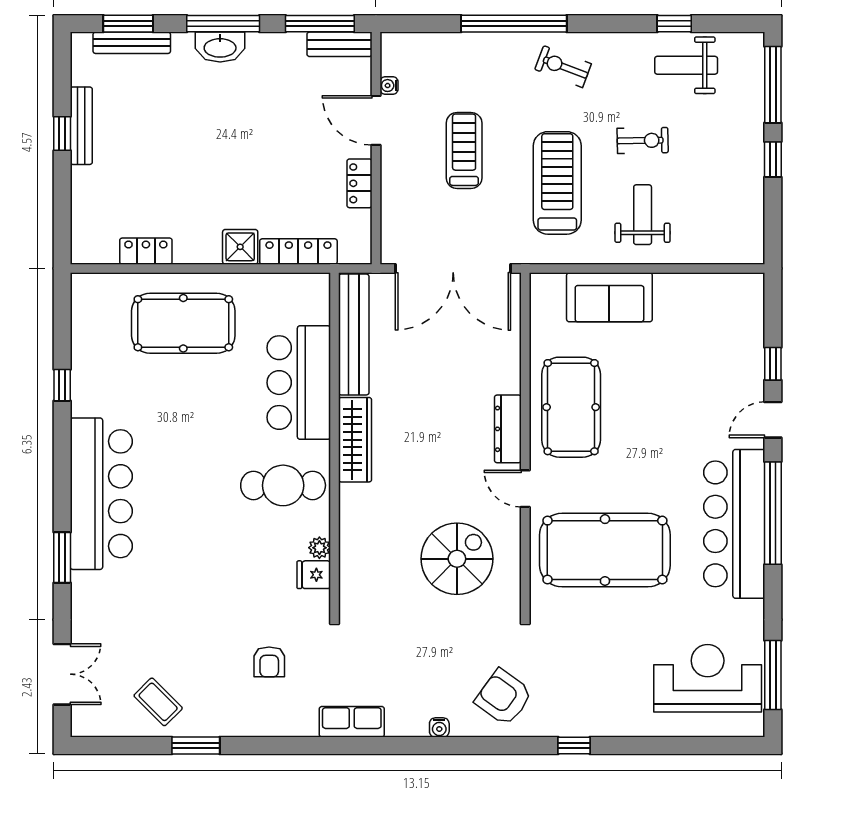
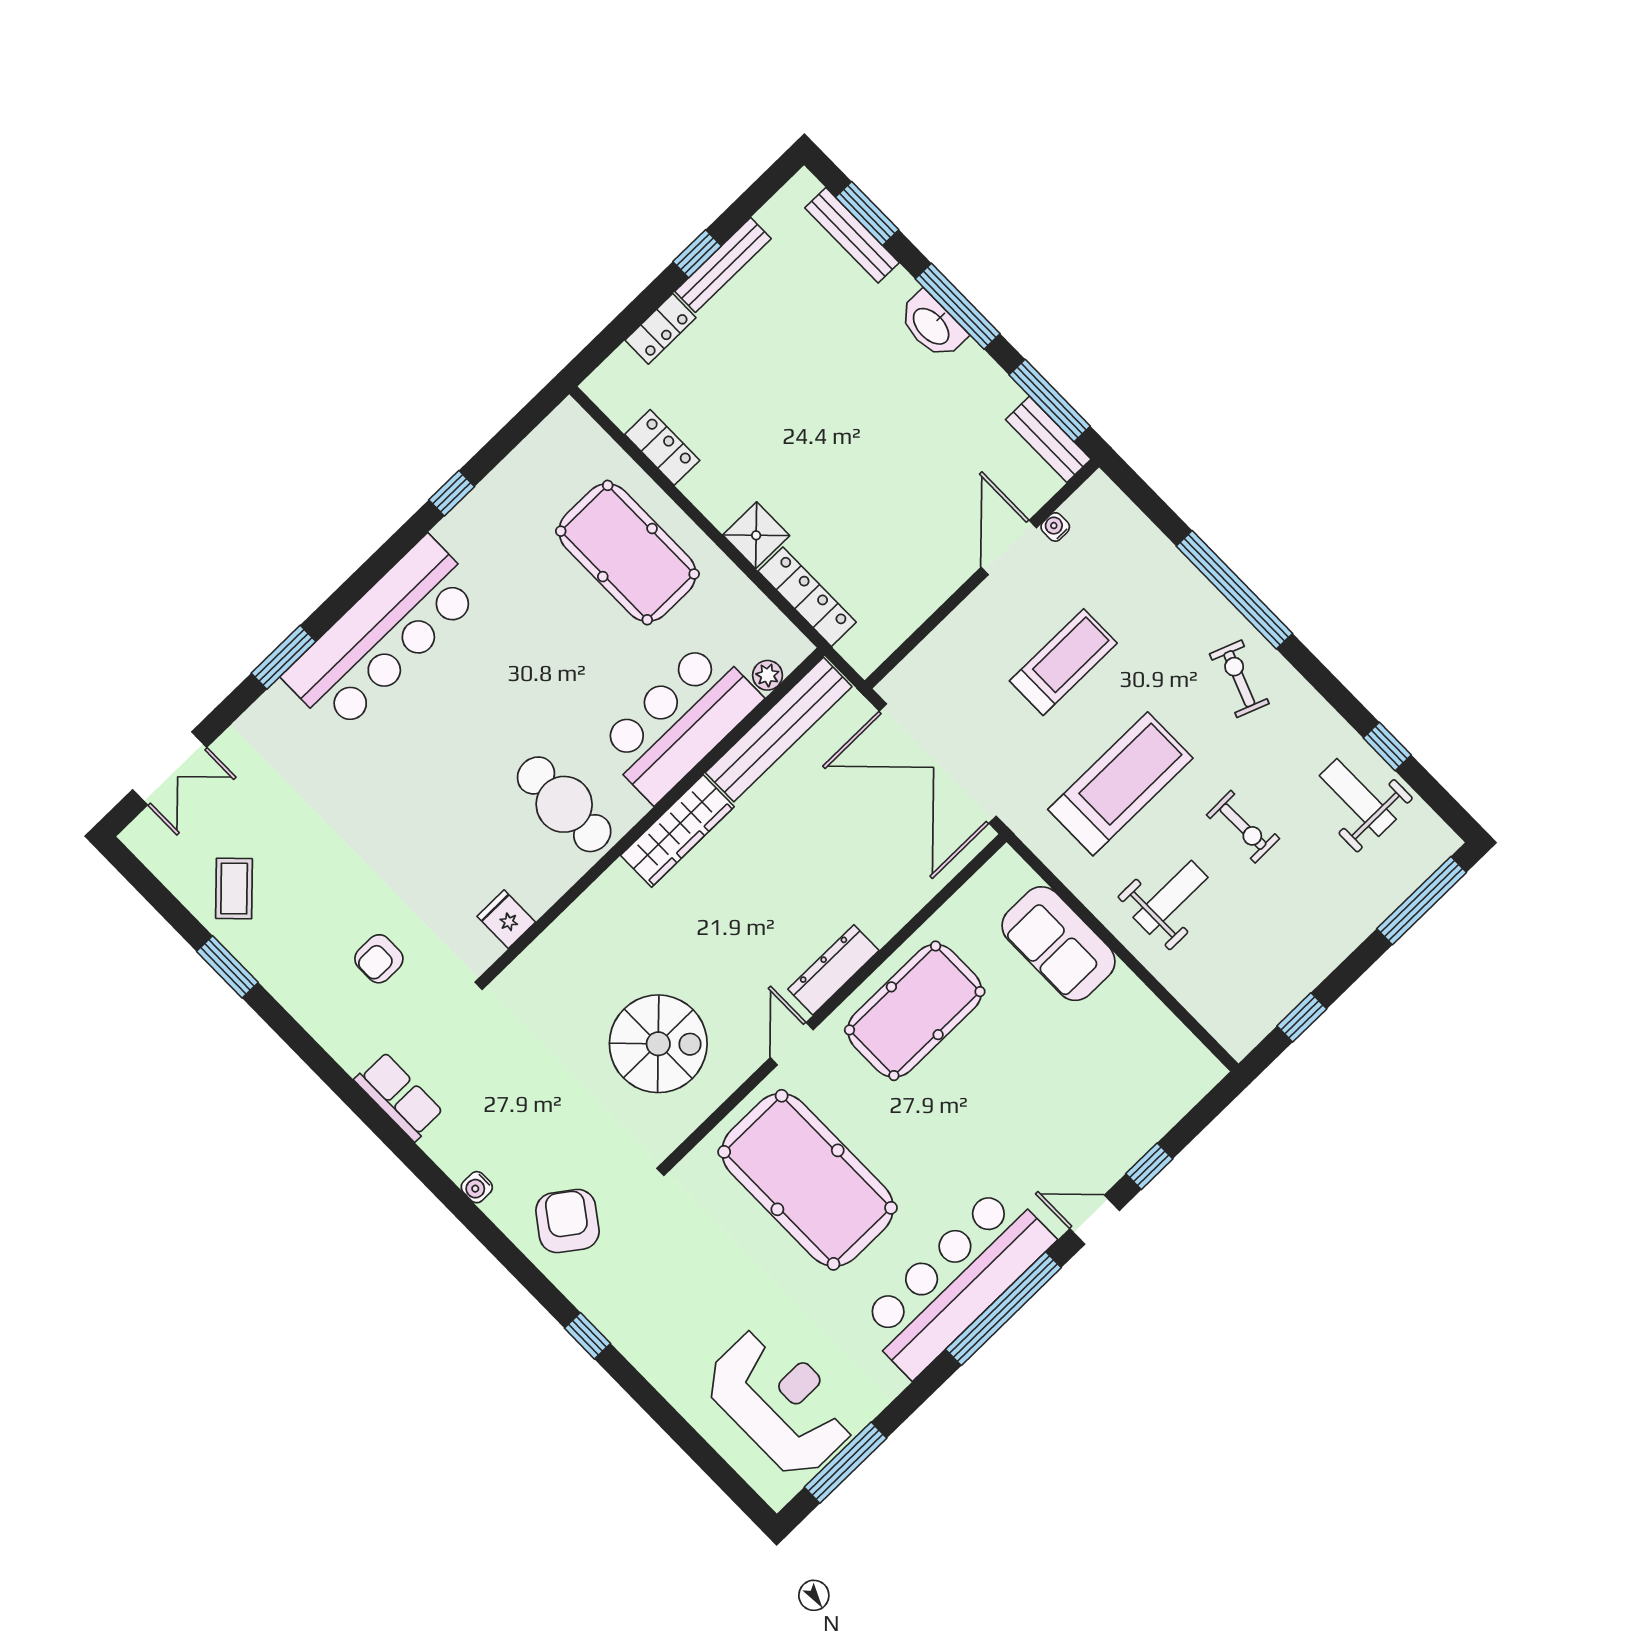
window: (773, 159) -> (1302, 1017), moved
locker: (359, 183) -> (660, 329), moved, turned 180
plant: (319, 548) -> (767, 675), moved

